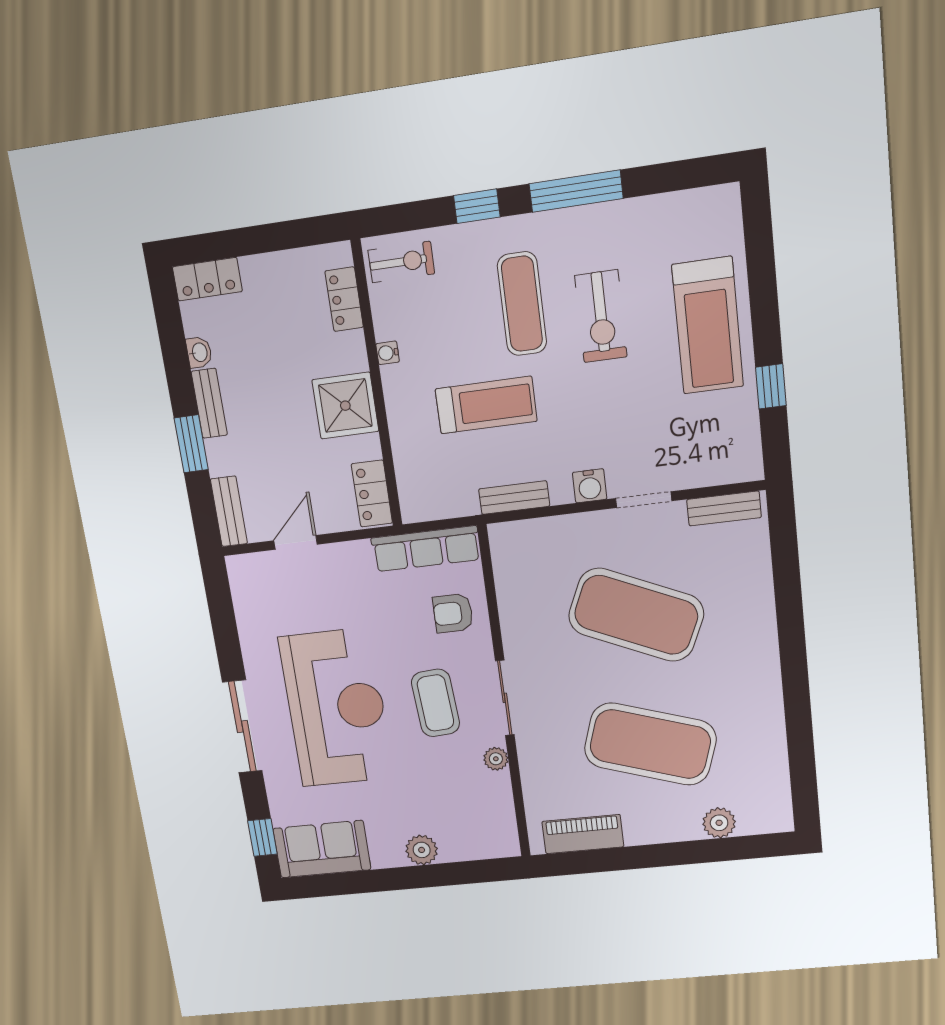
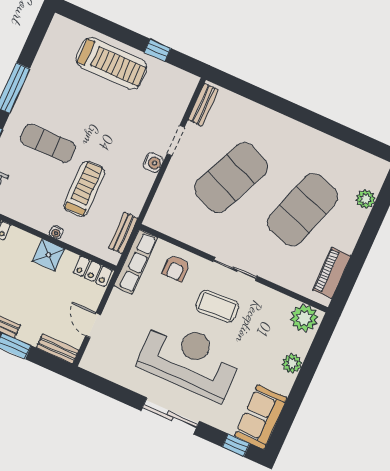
exercise bike: (601, 316) -> (76, 110), removed
water cooler: (388, 353) -> (56, 232), moved
shower: (345, 406) -> (49, 255), width x0.73, depth x0.73
bench: (514, 498) -> (123, 233), moved
plant: (496, 759) -> (304, 318), moved, width x1.87, depth x1.87

